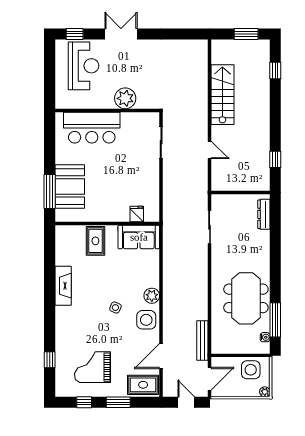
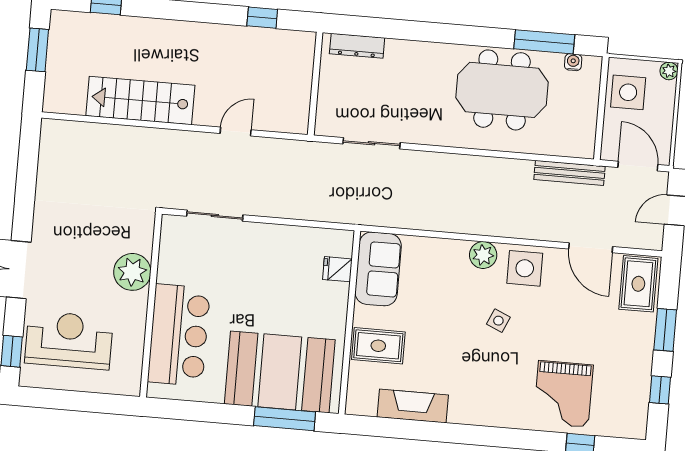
booth: (70, 186) -> (280, 372), width x1.36, depth x1.42
fireplace: (63, 286) -> (413, 406), moved
grand piano: (93, 367) -> (563, 394), moved

